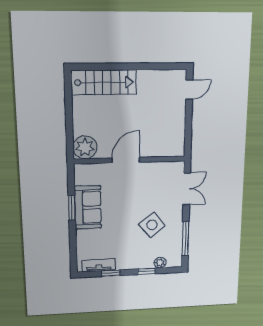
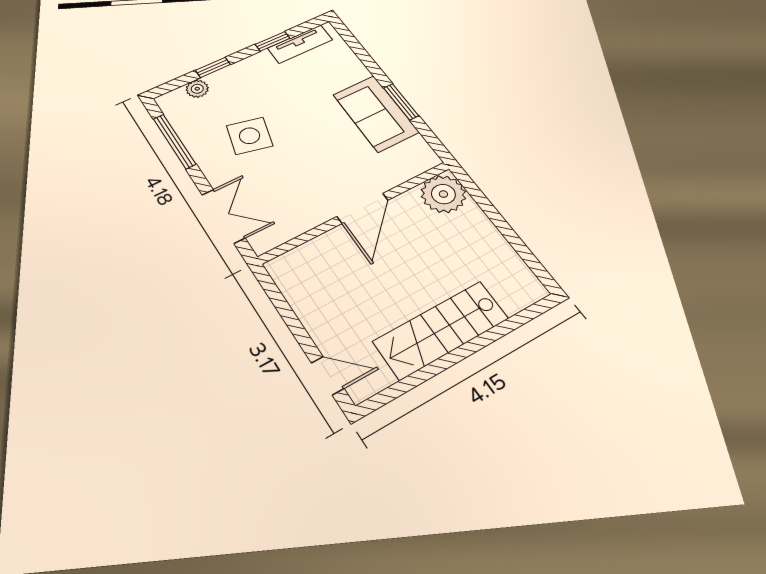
stairs: (104, 82) -> (441, 330), moved
door: (189, 89) -> (328, 376), swing flipped
double door: (187, 189) -> (223, 216), swing flipped
side table: (152, 225) -> (249, 136), turned -37

